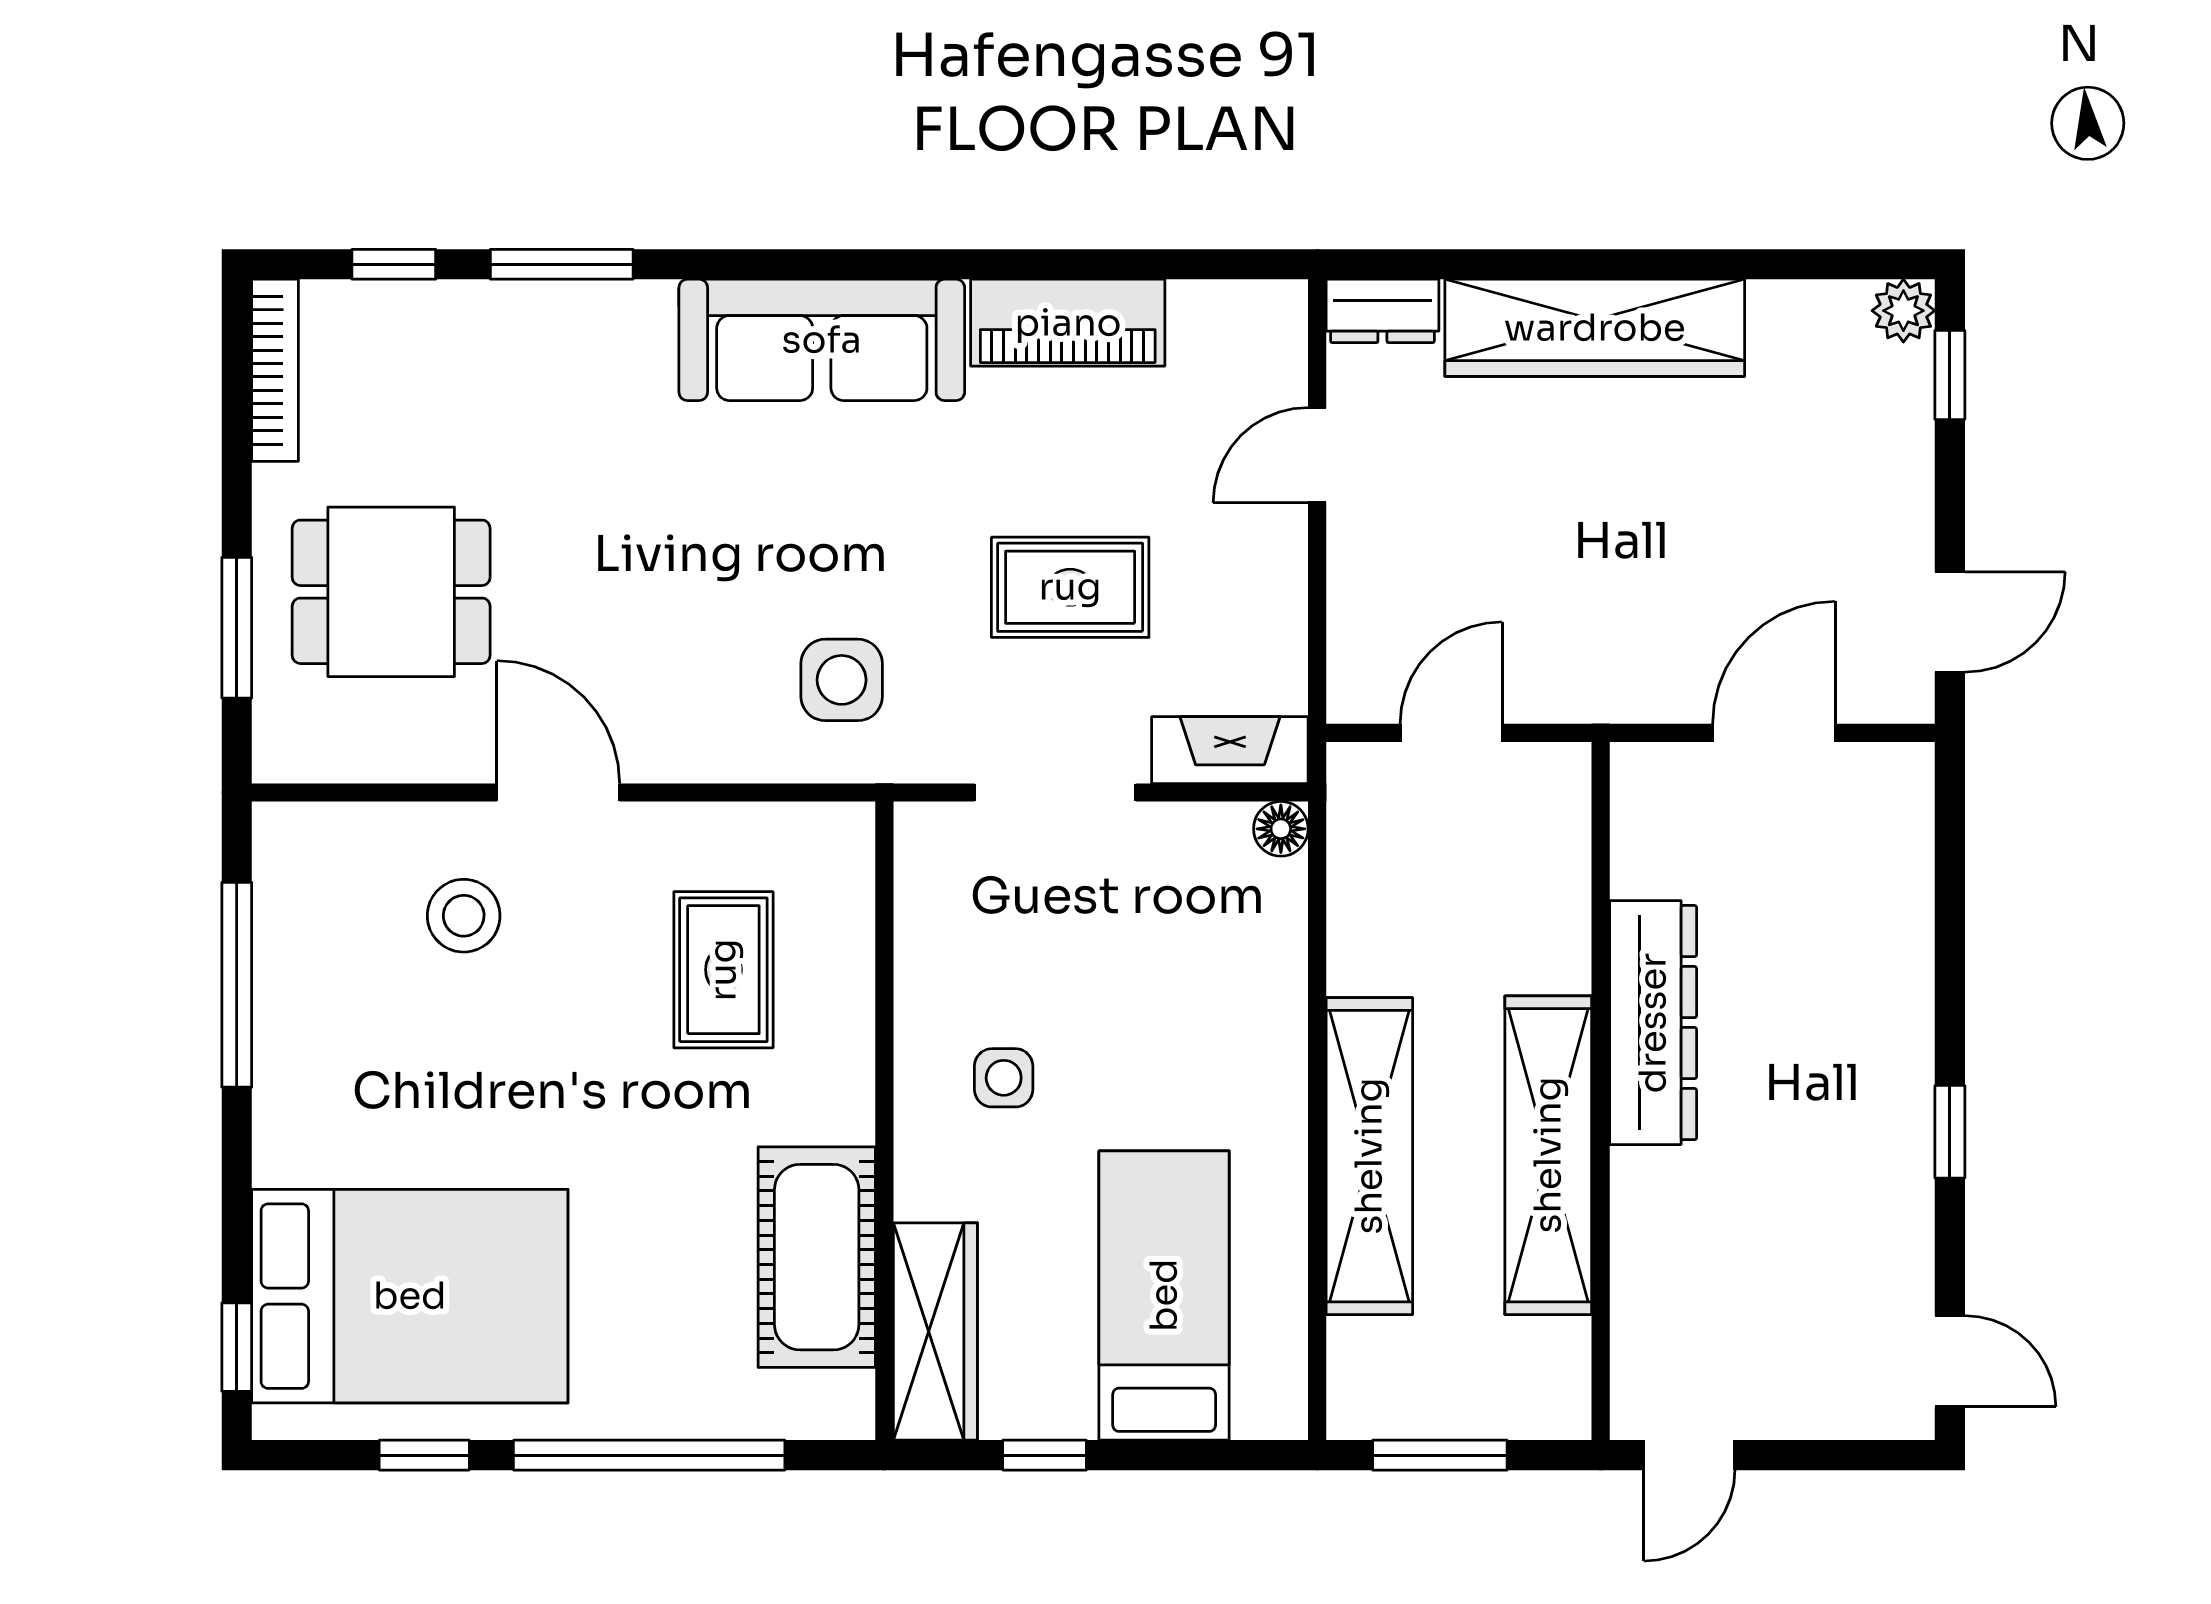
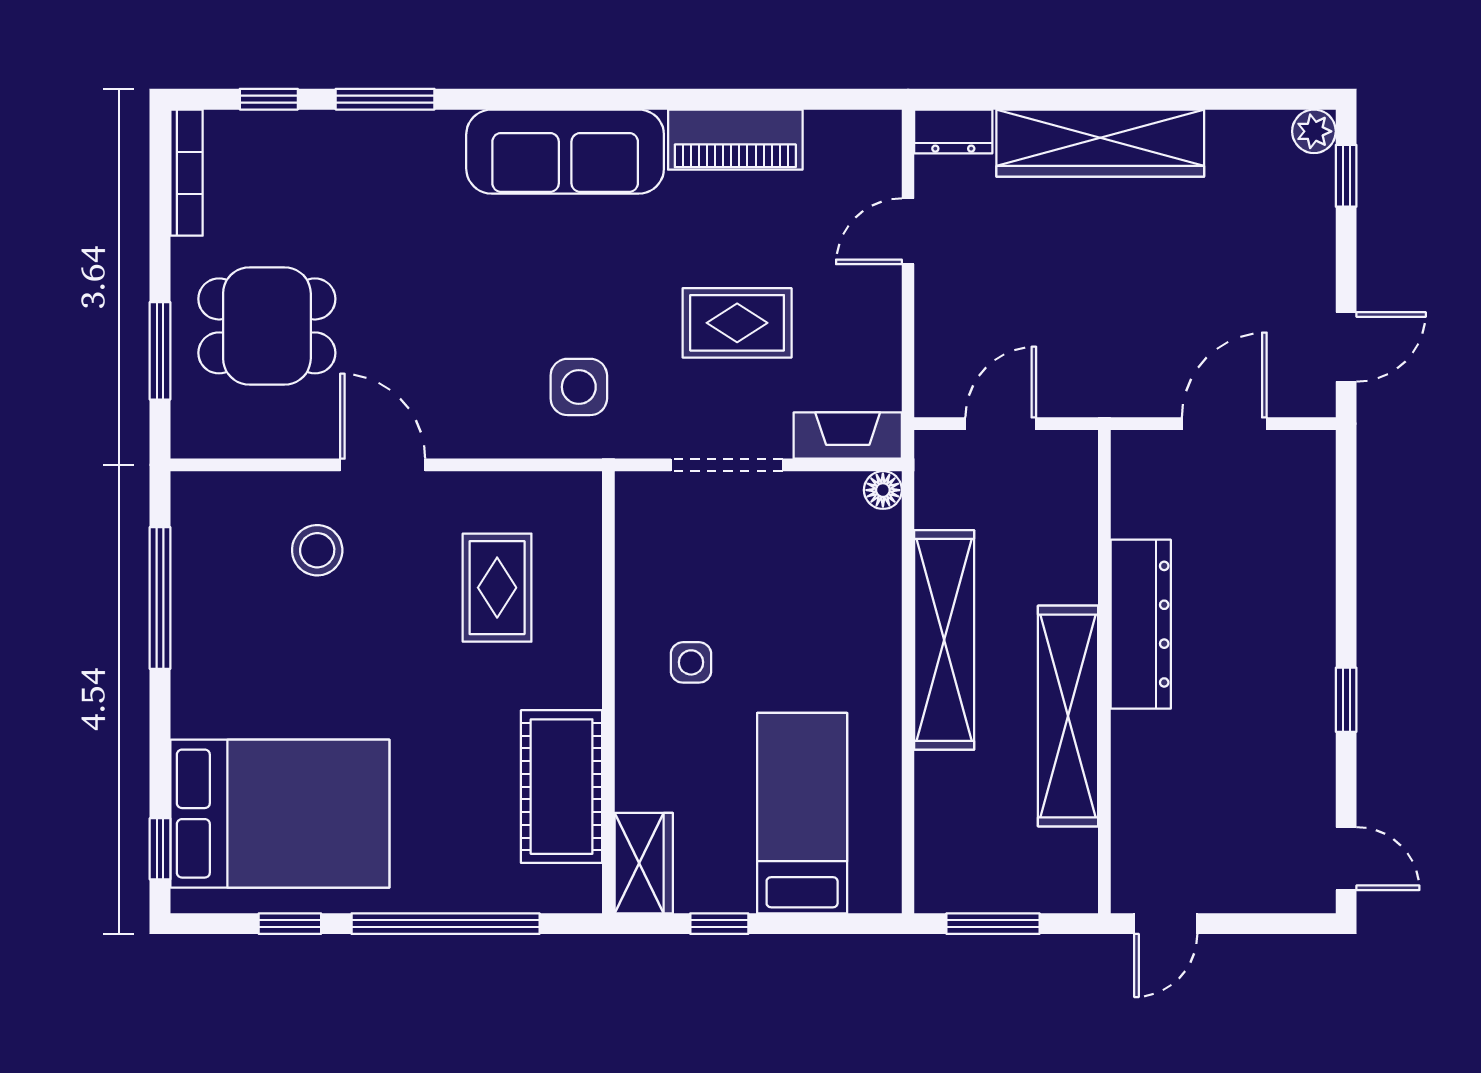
shelving: (1369, 1156) -> (944, 640), moved
wardrobe: (935, 1331) -> (644, 863), width x0.67

